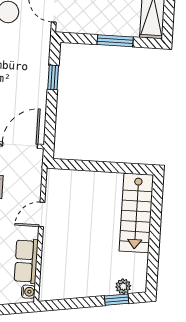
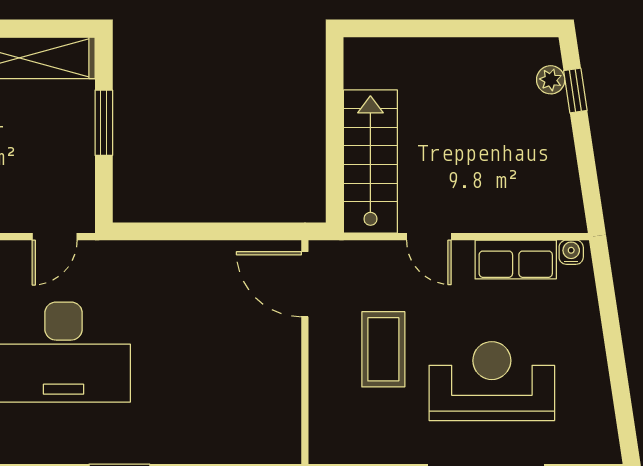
window: (53, 77) -> (178, 231), removed
stairs: (136, 213) -> (370, 162), moved, turned -90

